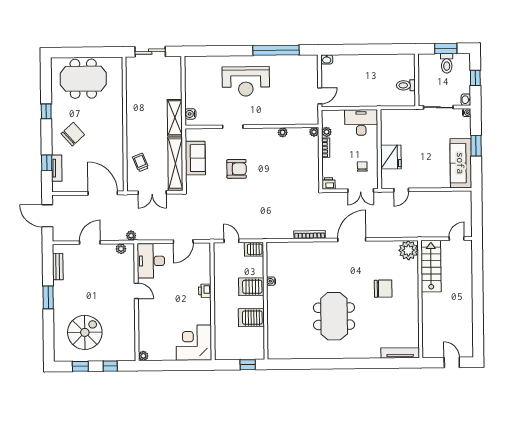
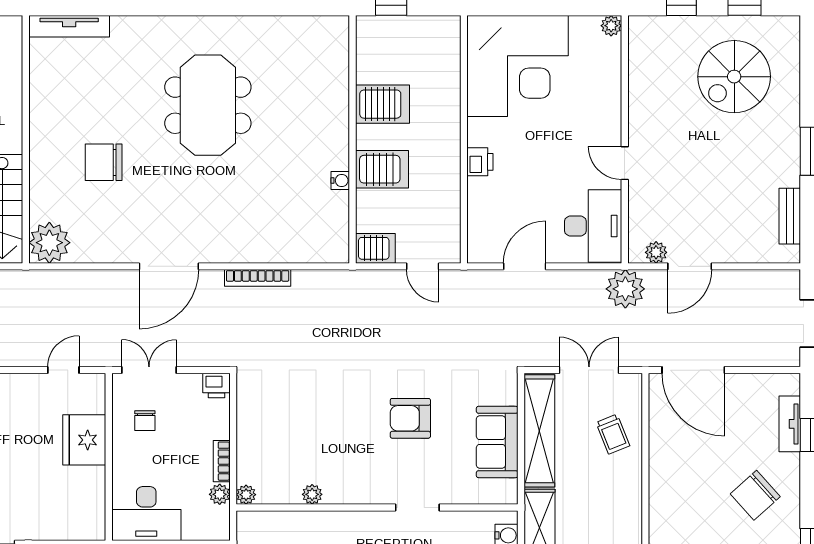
plant: (131, 236) -> (625, 289), width x1.88, depth x1.88
door: (90, 242) -> (690, 266), moved
corner desk: (194, 343) -> (518, 66), width x1.36, depth x1.36

